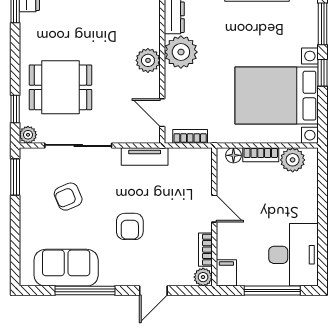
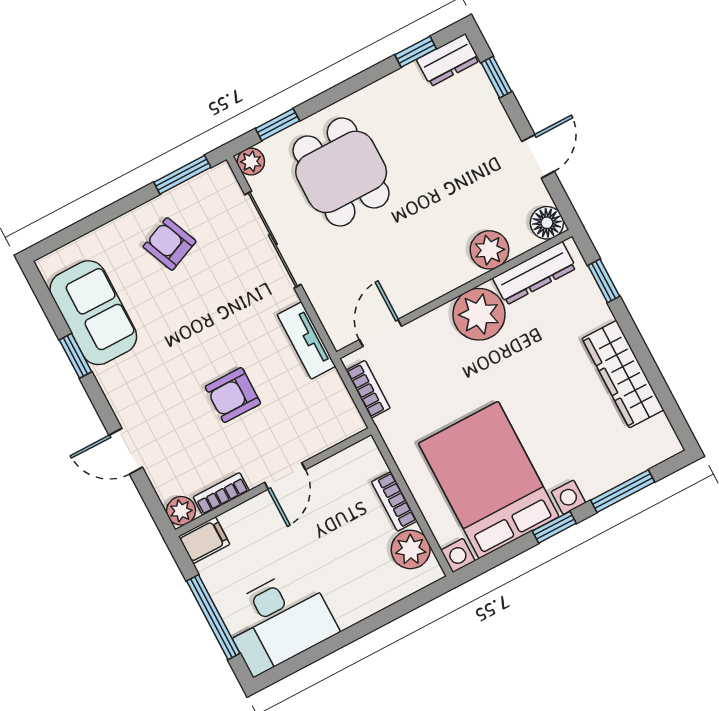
plant: (148, 60) -> (489, 250), moved
floor lamp: (233, 155) -> (373, 464), removed
armchair: (68, 197) -> (170, 244), moved
armchair: (130, 226) -> (233, 395), moved
window: (85, 290) -> (75, 356), width x0.46

